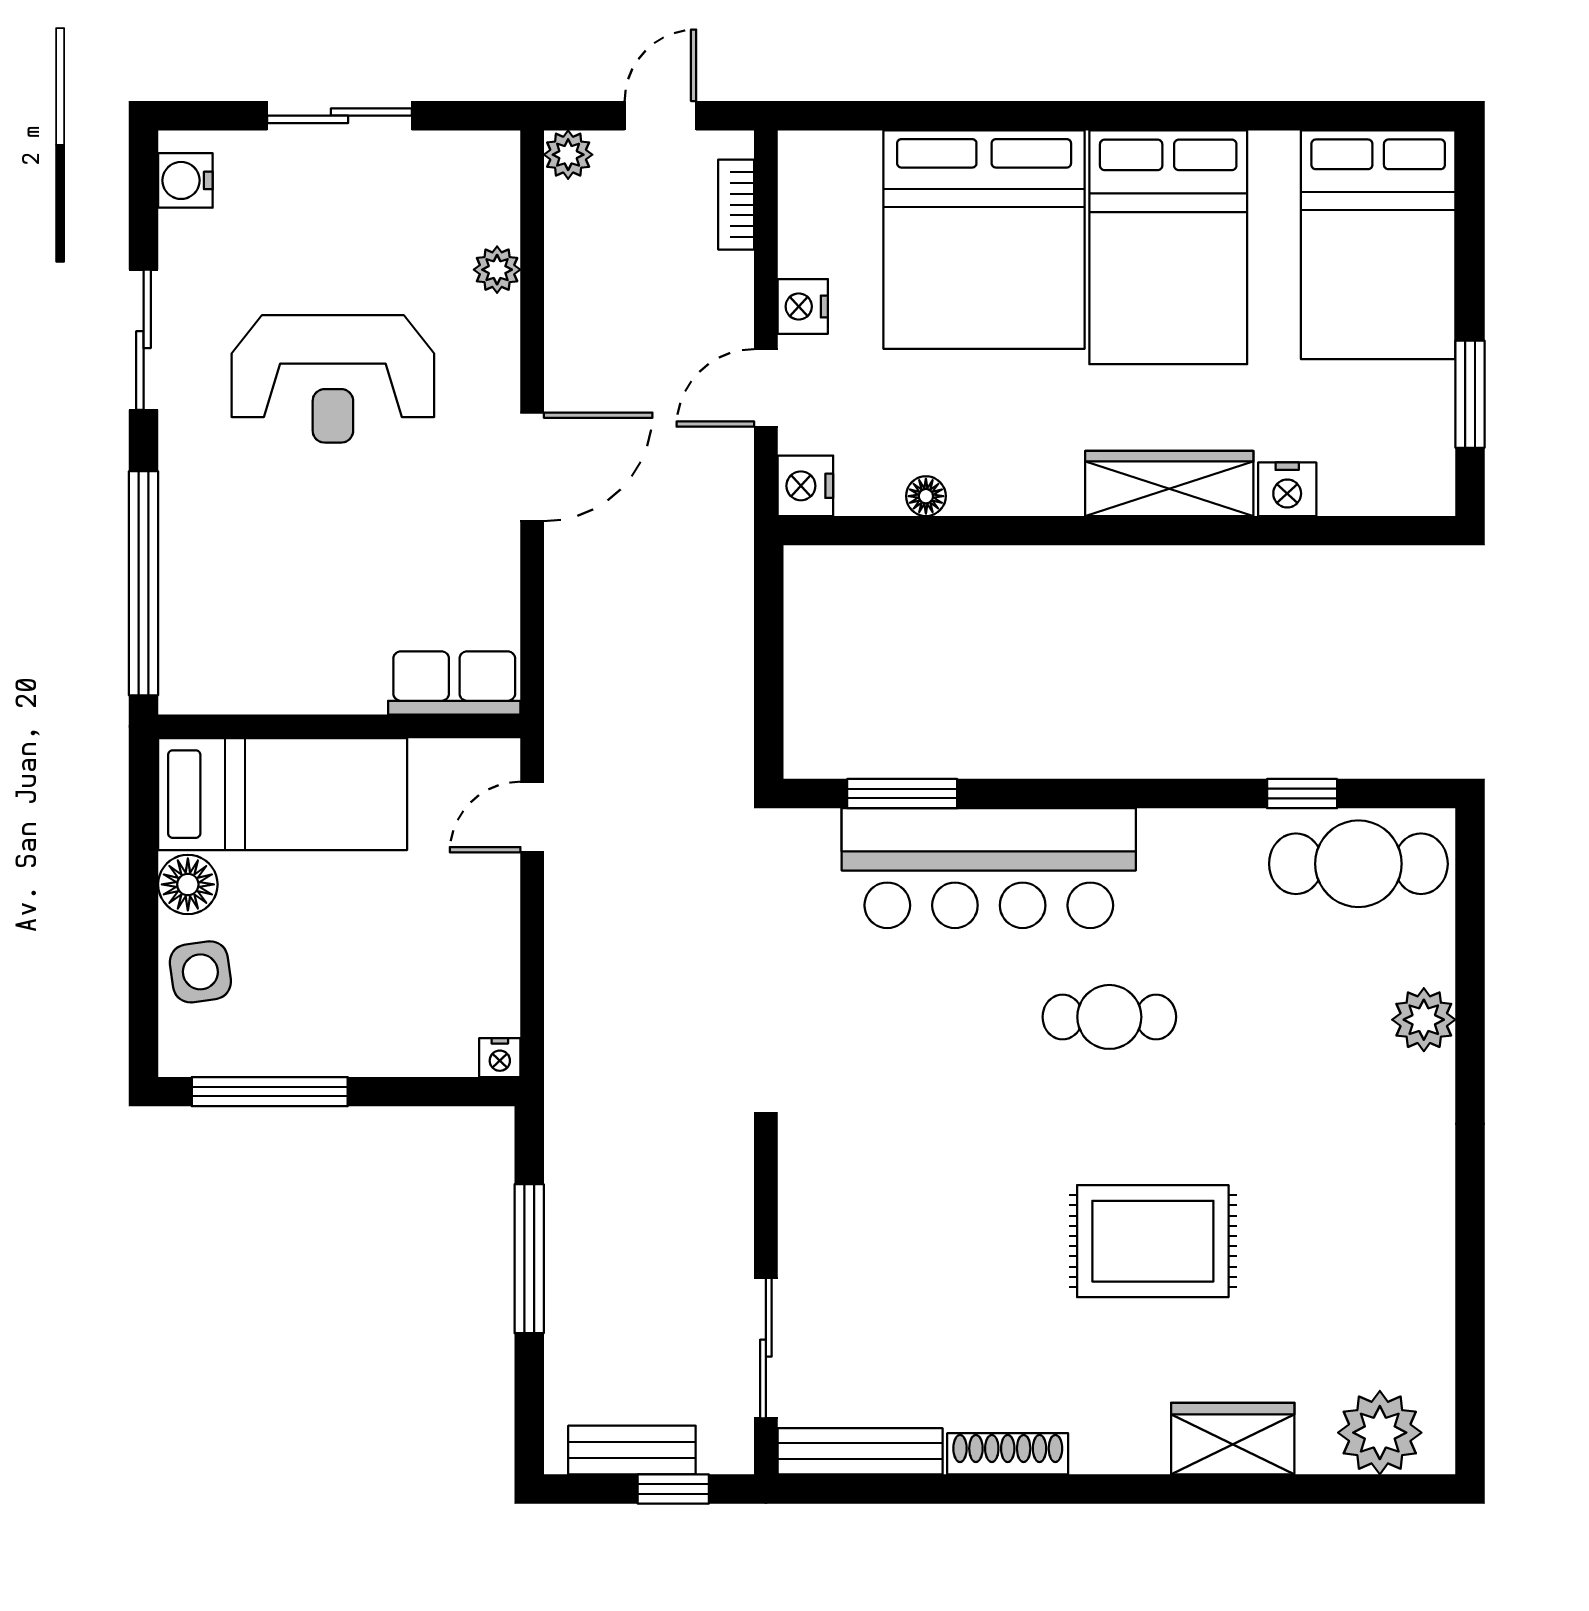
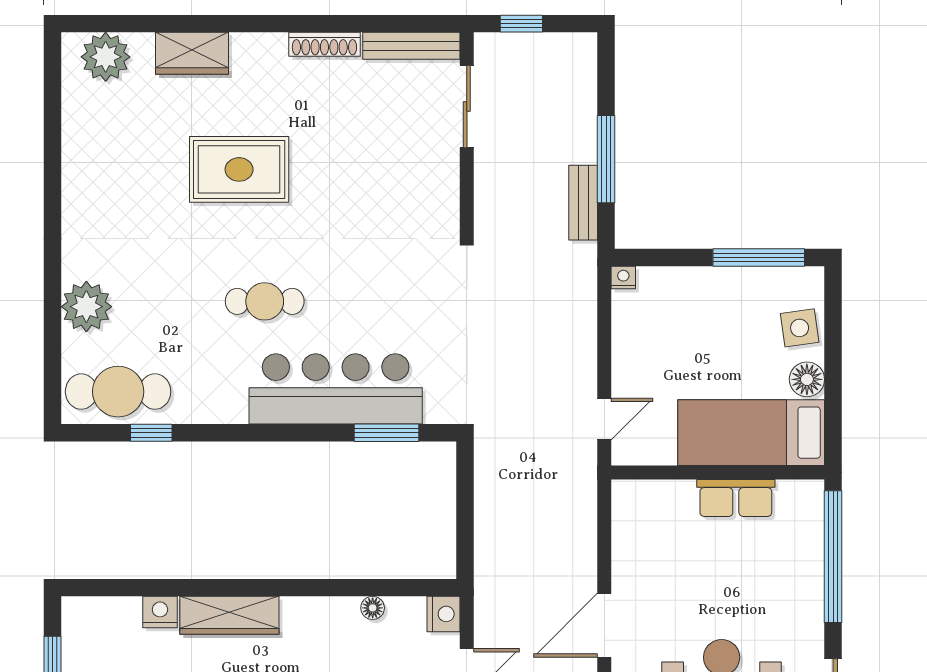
row of seats: (454, 683) -> (736, 498), moved
plant: (1424, 1020) -> (86, 307), width x1.36, depth x1.36
bench: (632, 1450) -> (583, 203), moved, turned 90

